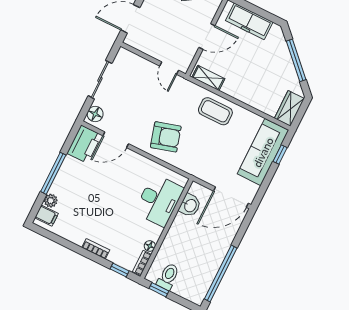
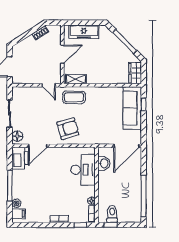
coffee table: (215, 111) -> (74, 97), moved

